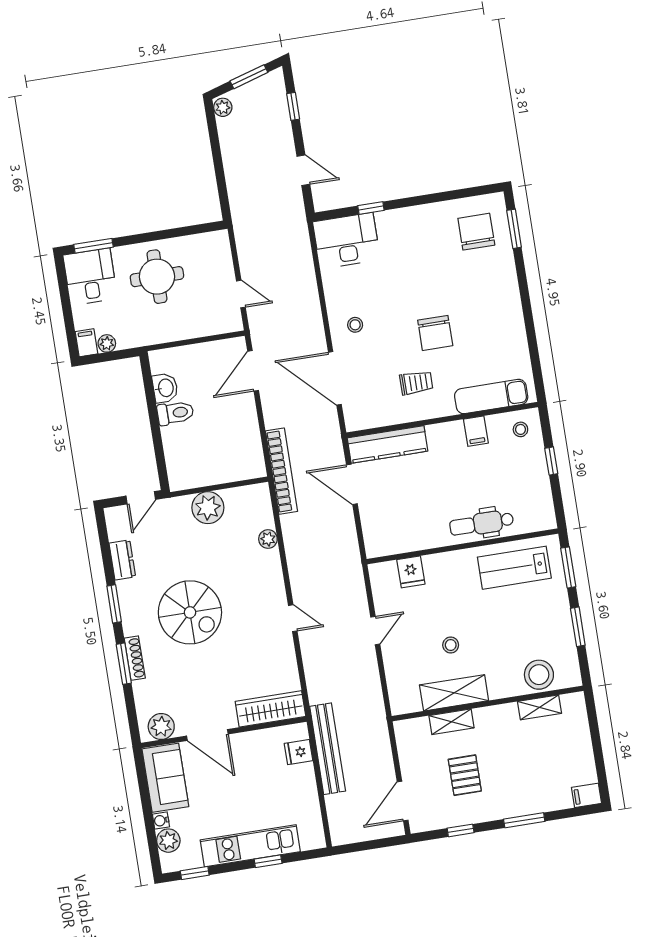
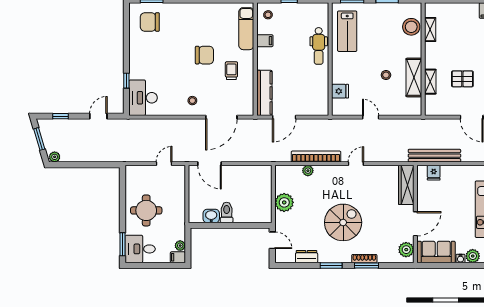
bookcase: (282, 471) -> (316, 157), moved

